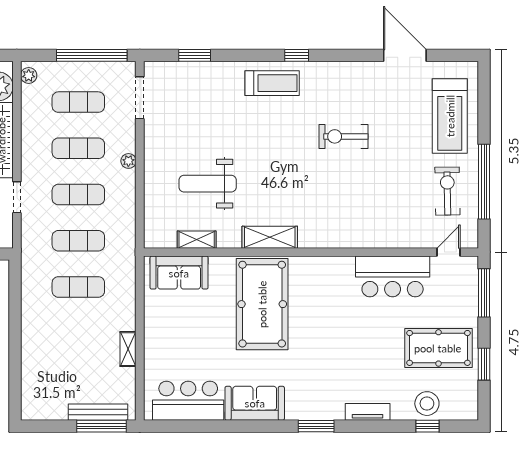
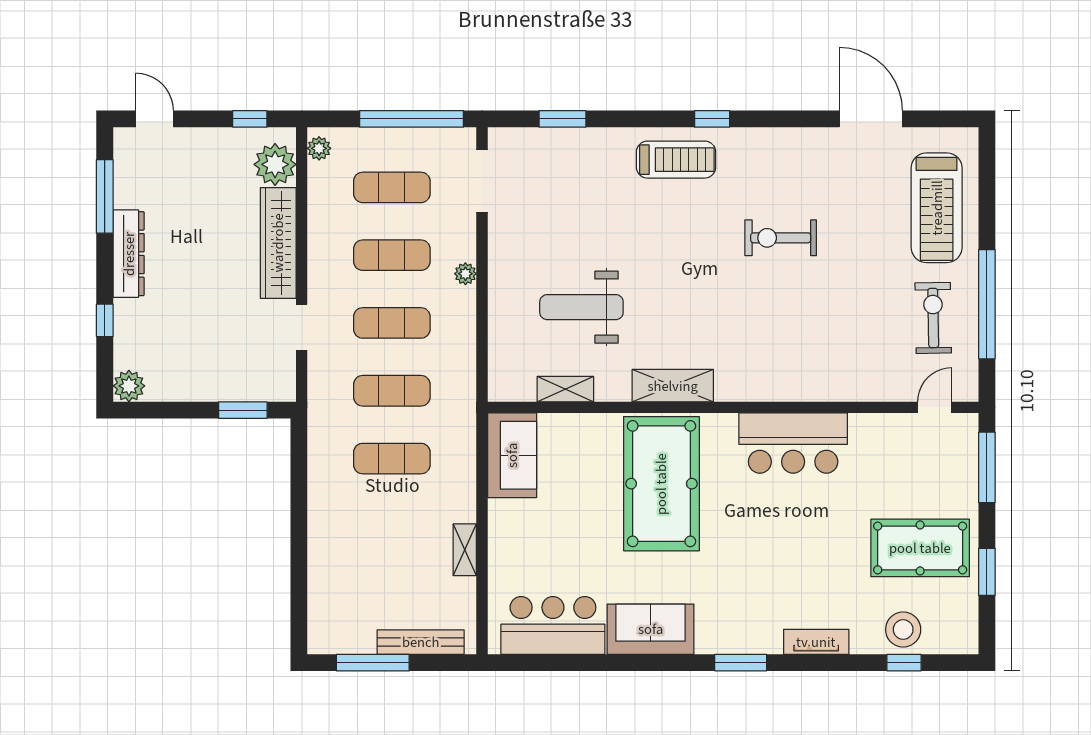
sofa: (179, 273) -> (512, 455), moved, turned -90
bar counter: (393, 276) -> (793, 443), moved
window: (102, 426) -> (373, 663), moved

